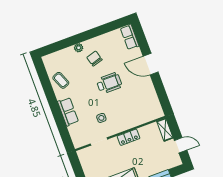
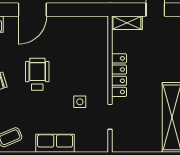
locker: (129, 137) -> (119, 75), width x1.53

